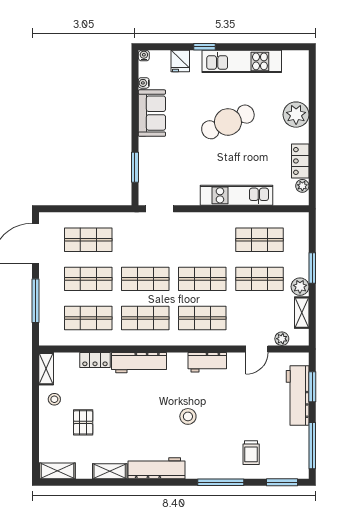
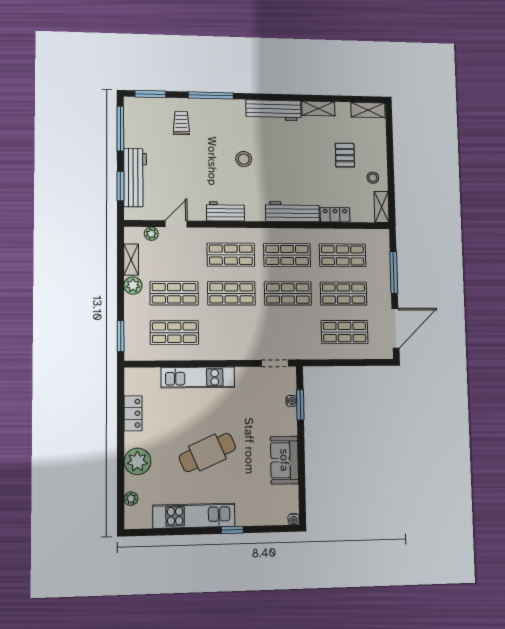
fridge: (180, 61) -> (257, 515), removed
water cooler: (144, 83) -> (291, 401), moved
plant: (302, 186) -> (131, 499), moved
window: (312, 268) -> (121, 336), moved

